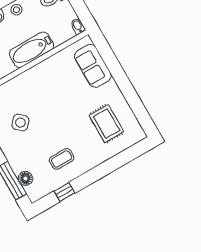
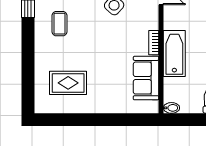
sofa: (93, 66) -> (146, 78), moved, turned -90
bookcase: (32, 72) -> (154, 43), added

